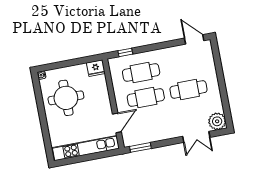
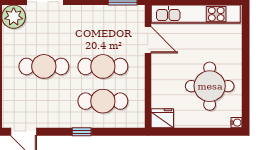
window: (125, 52) -> (82, 132), moved
door: (117, 123) -> (148, 40), swing flipped

